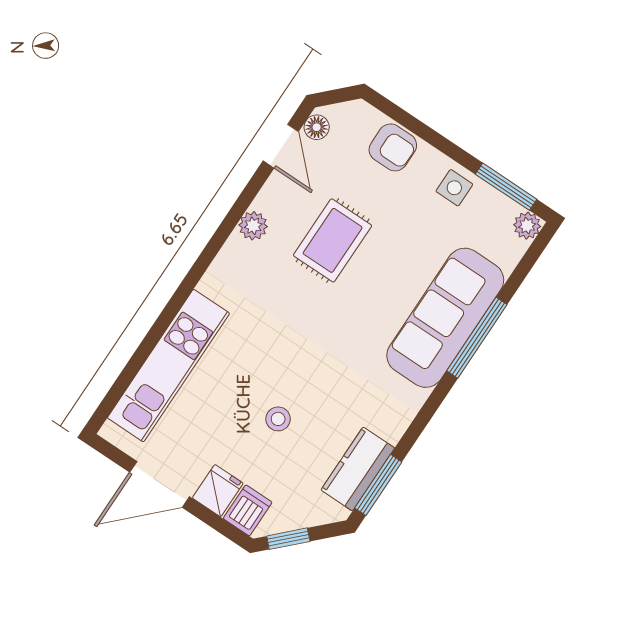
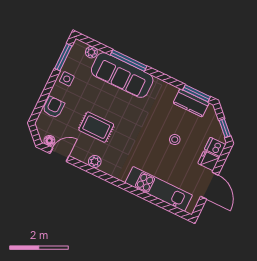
plant: (527, 226) -> (91, 52), moved

